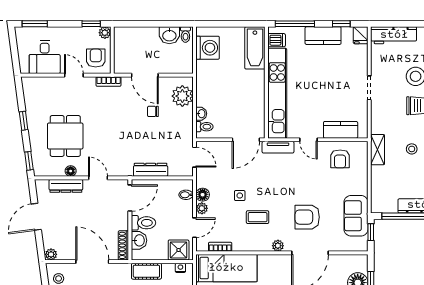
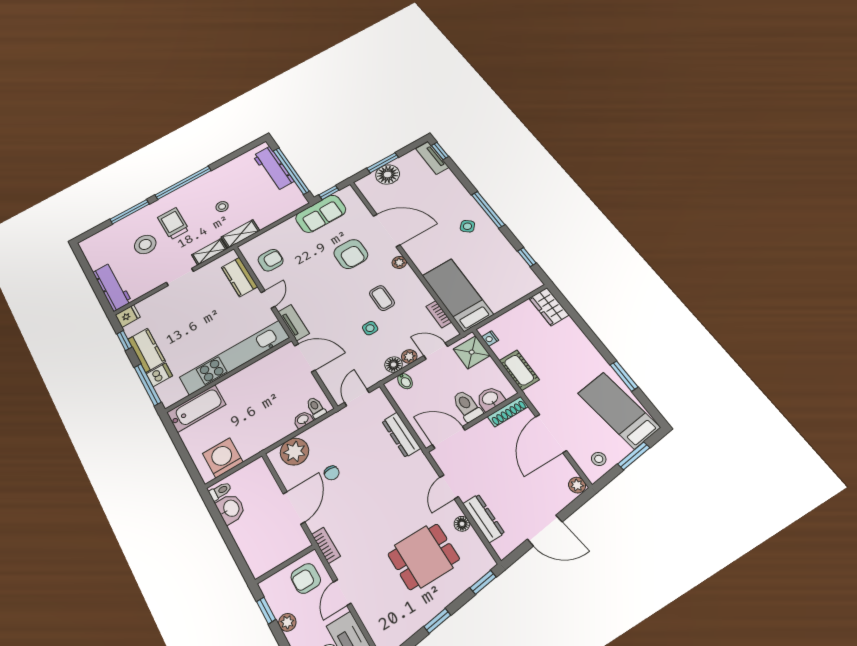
plant: (105, 33) -> (287, 622), moved
dishwasher: (277, 40) -> (159, 375), moved, turned 90
shelving: (377, 119) -> (209, 252), added

